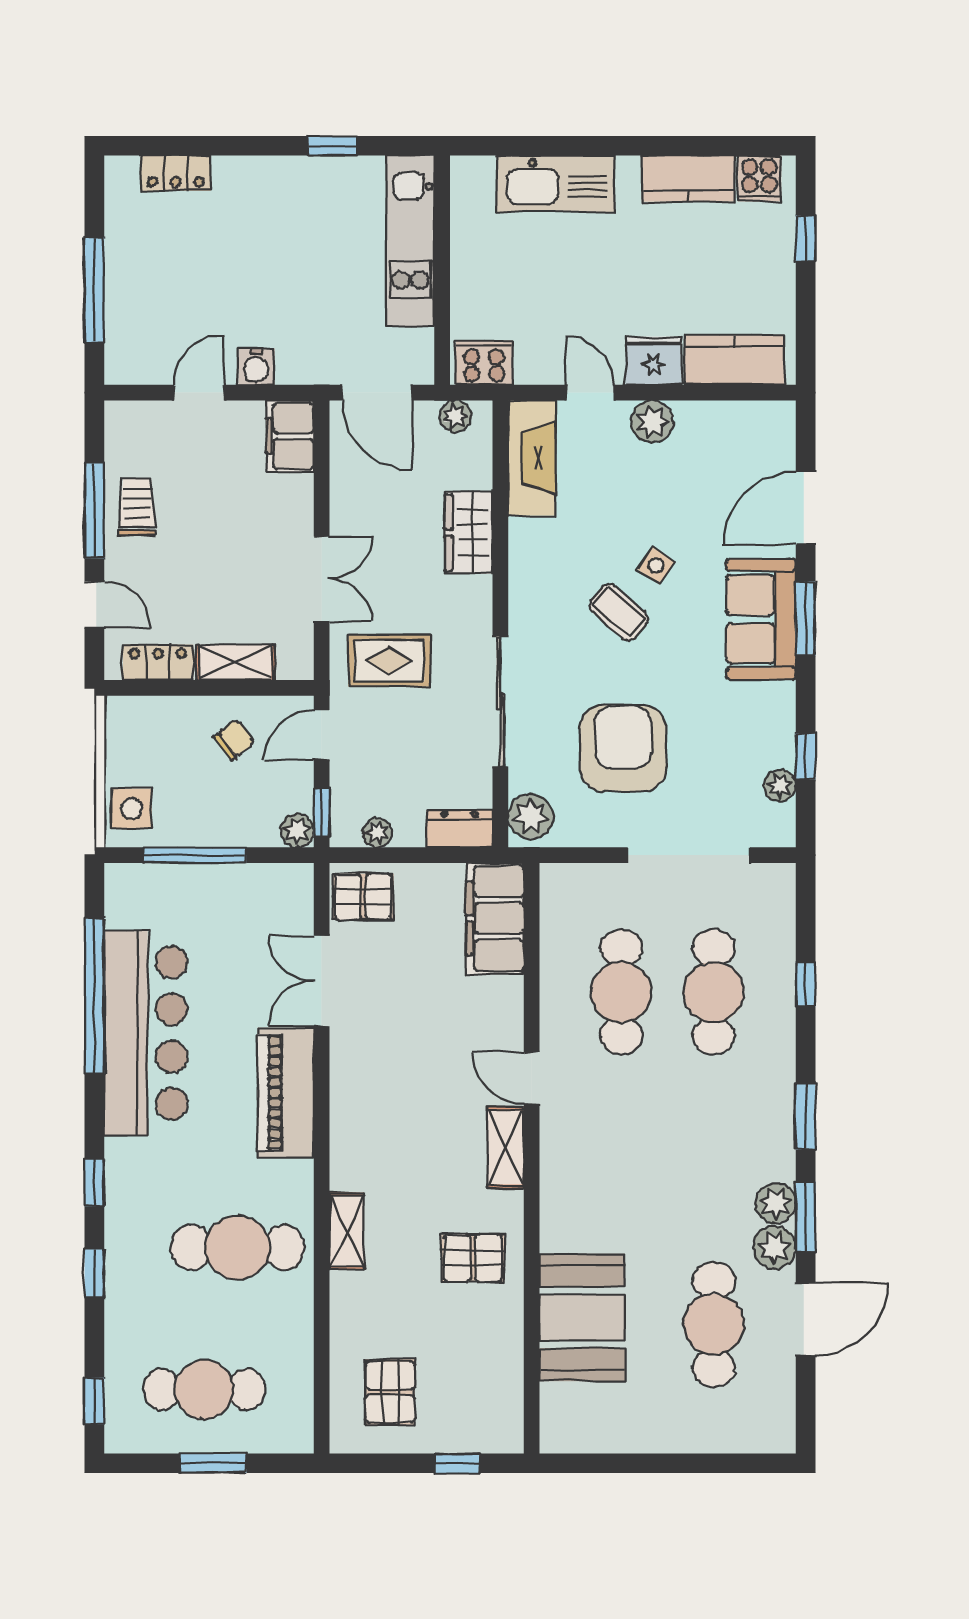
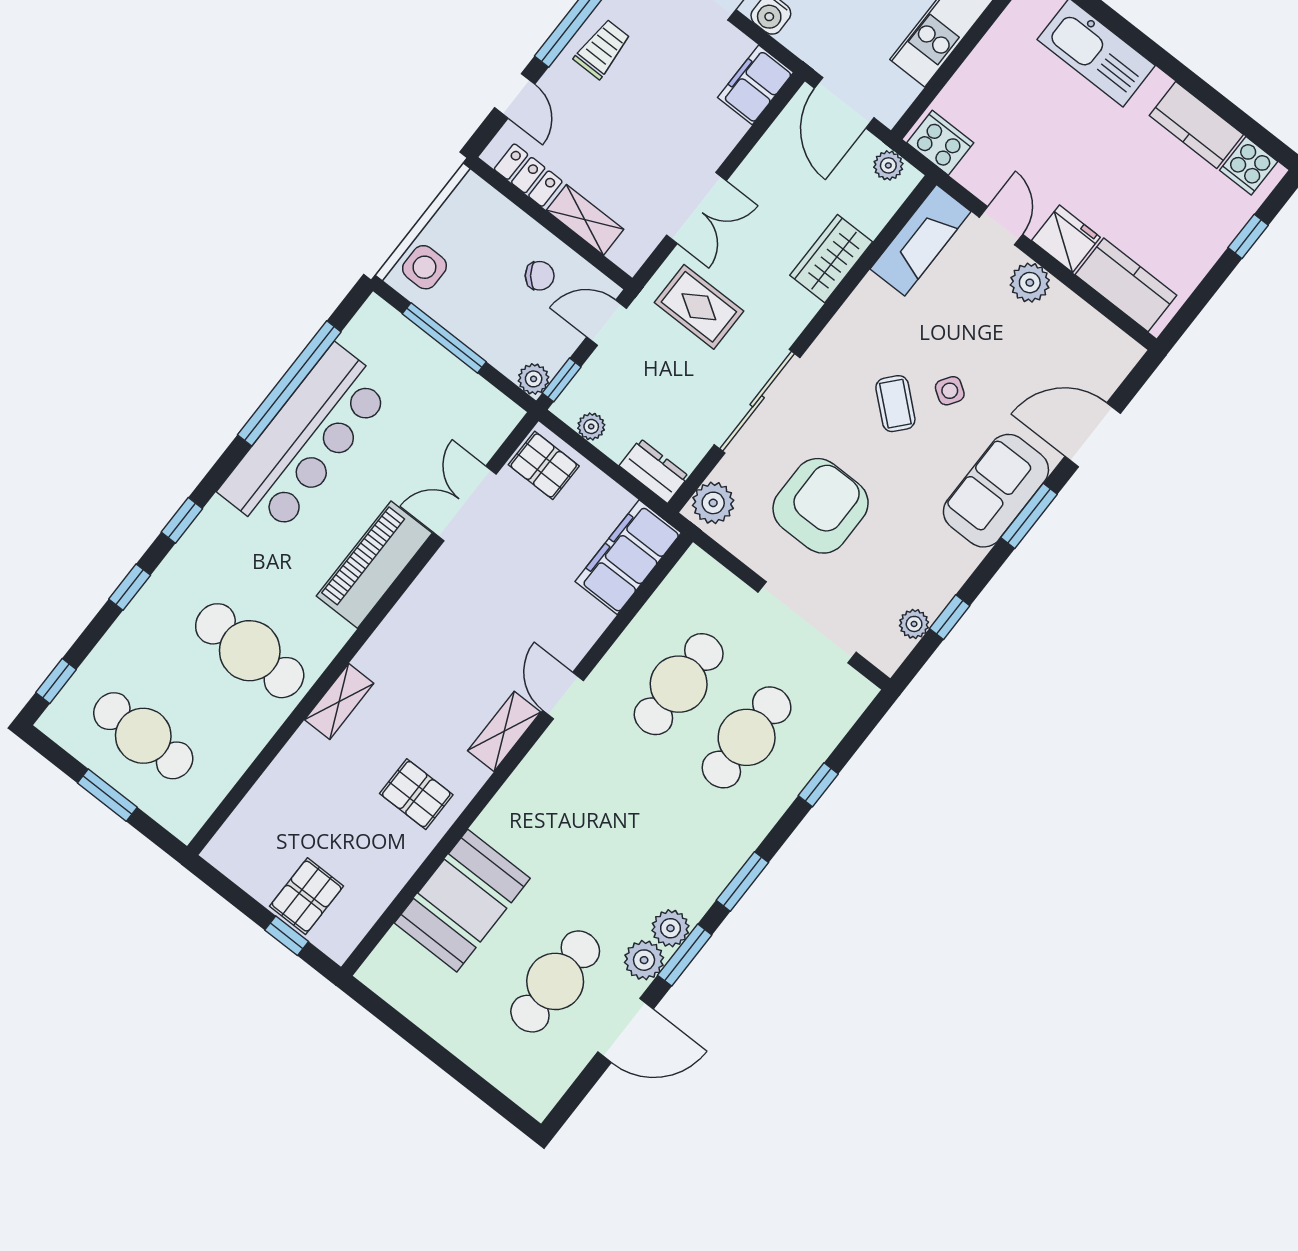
pallet: (390, 1392) -> (307, 896), moved

